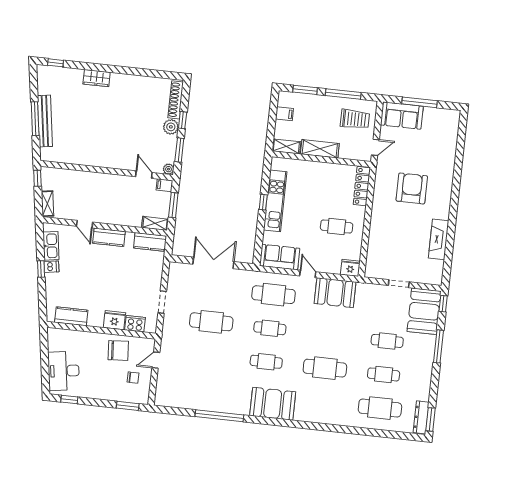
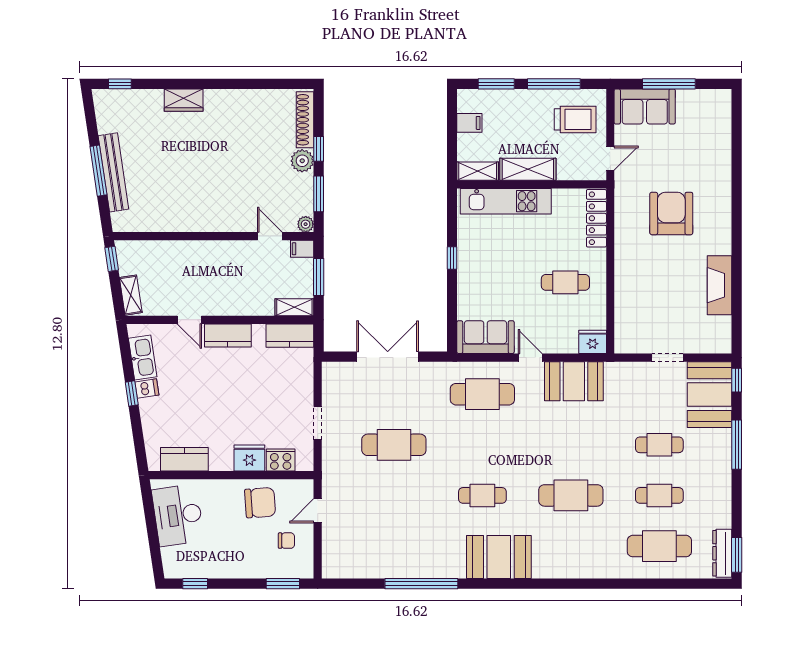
kitchen unit: (275, 201) -> (506, 201), moved, turned 90
cafe table: (270, 328) -> (482, 445), removed
desk: (64, 371) -> (178, 515), moved

